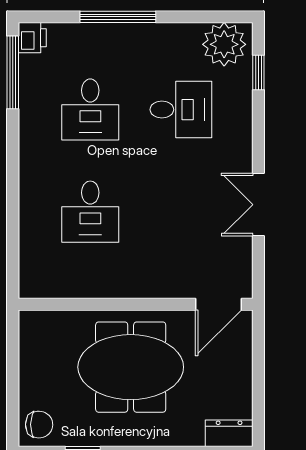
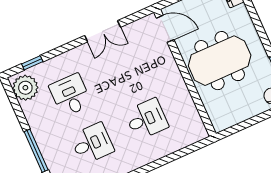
meeting table: (131, 367) -> (220, 61), turned 90

